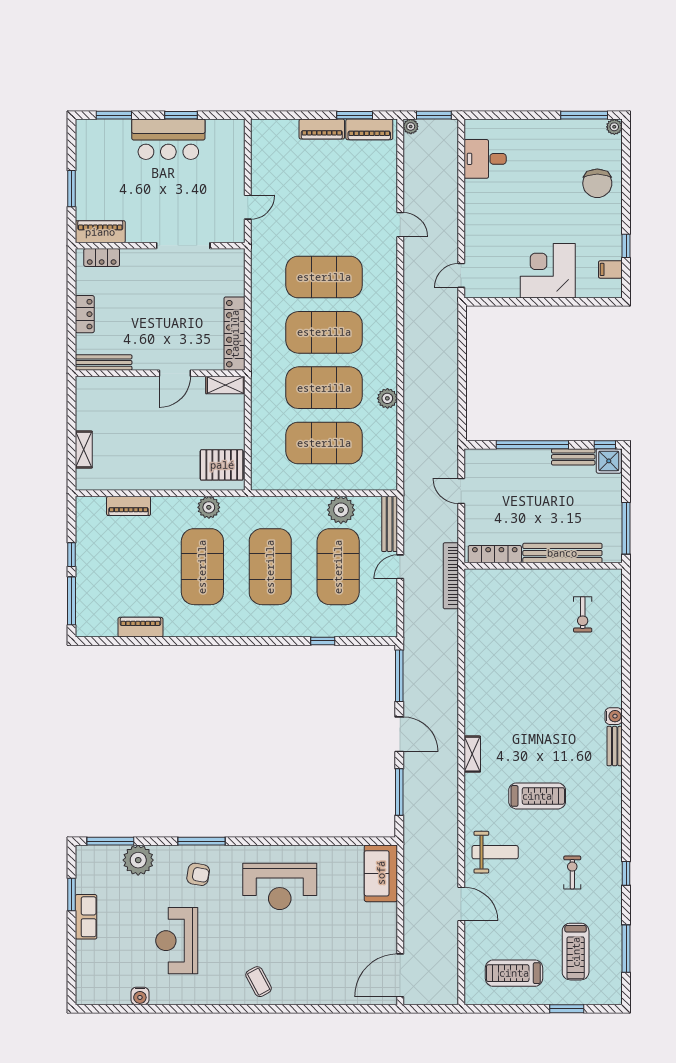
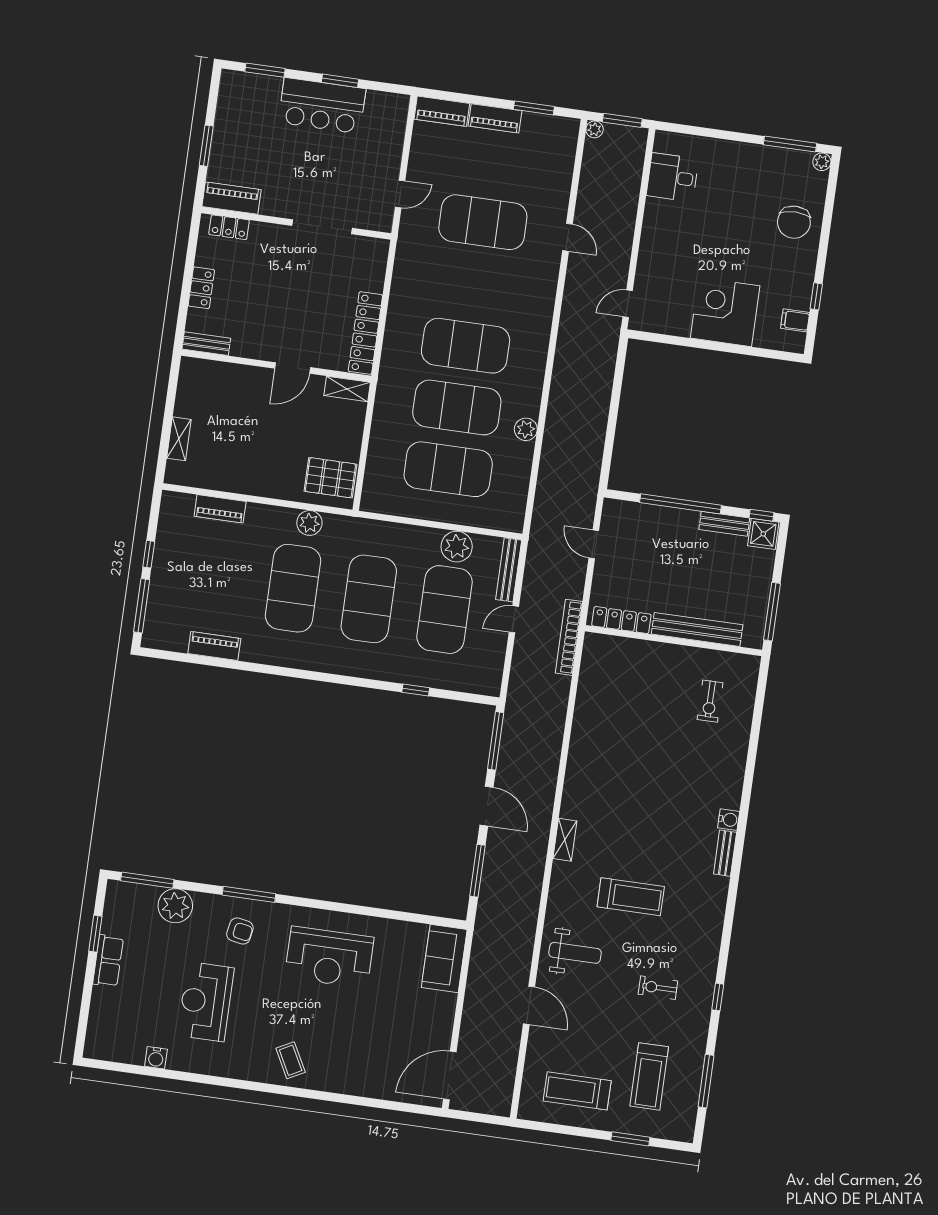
piano: (369, 129) -> (442, 111), moved
exercise mat: (324, 277) -> (483, 222), moved
bench: (104, 363) -> (206, 344), width x0.73
exercise bike: (572, 873) -> (658, 988), turned -90

